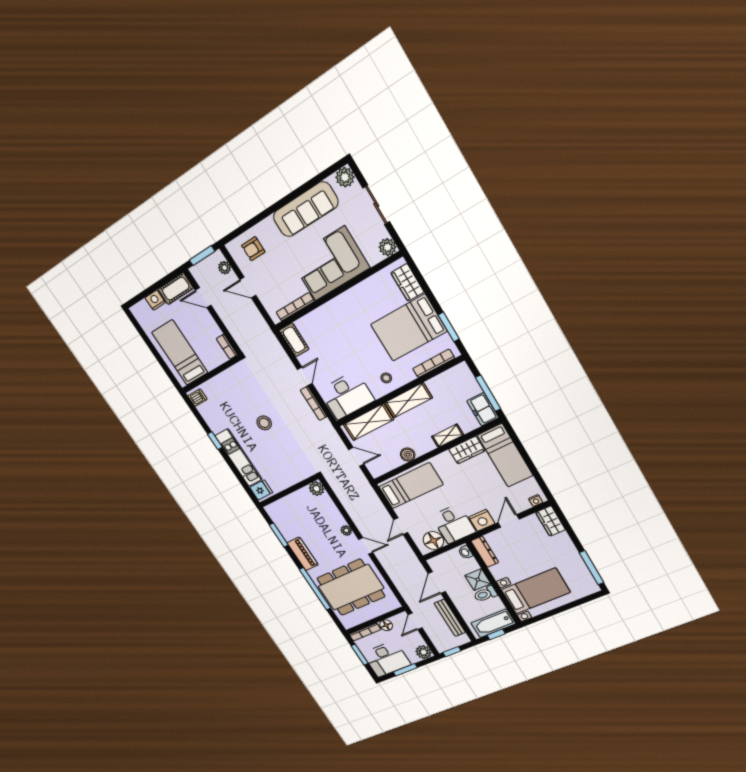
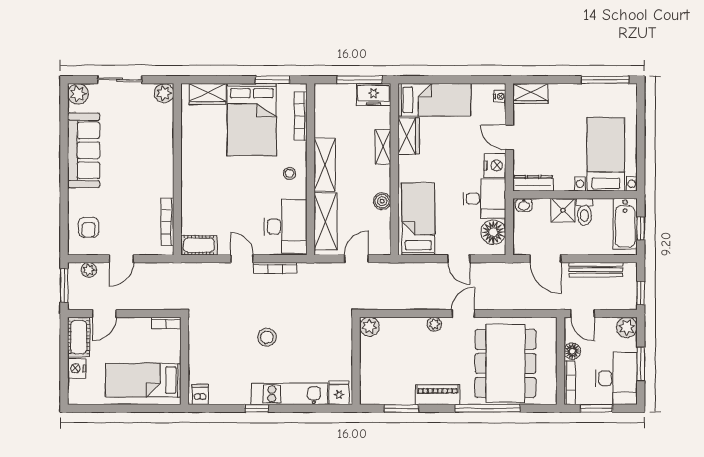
corner sofa: (330, 264) -> (147, 159), removed

